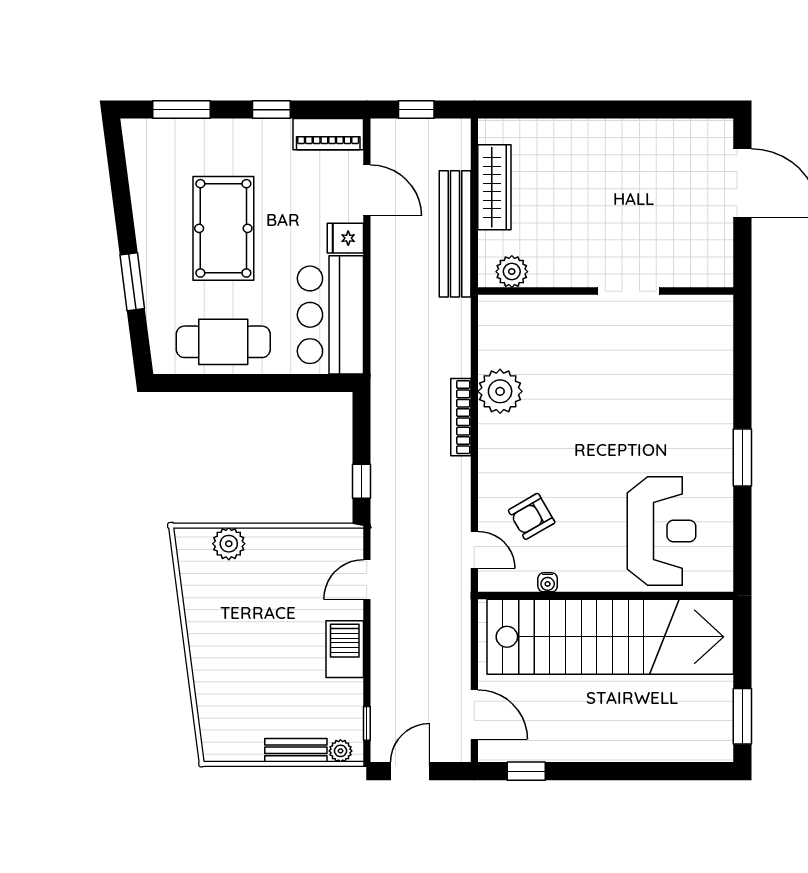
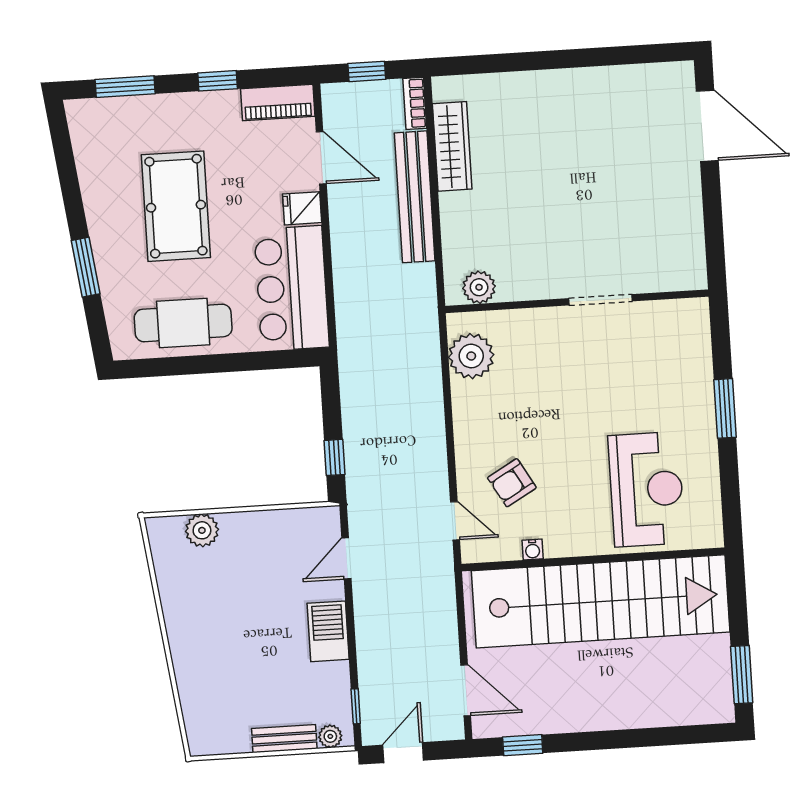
plant: (512, 272) -> (479, 287), moved
wall: (606, 291) -> (577, 301), moved
doorway: (629, 291) -> (601, 300), moved
bookcase: (461, 417) -> (415, 103), moved, width x0.64

